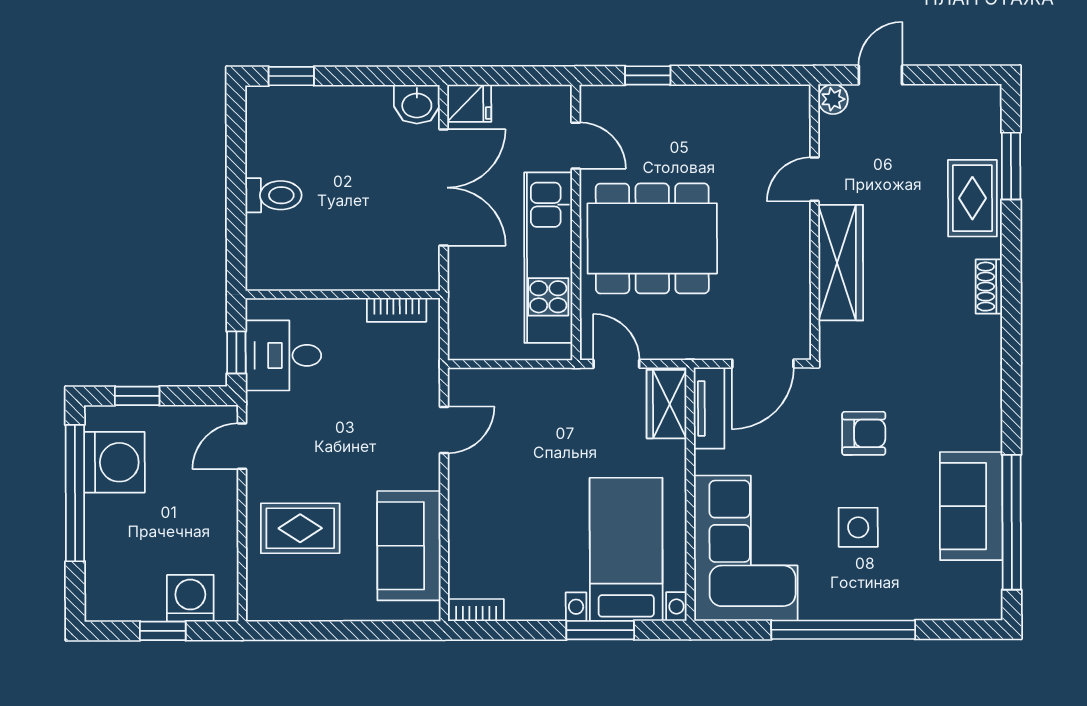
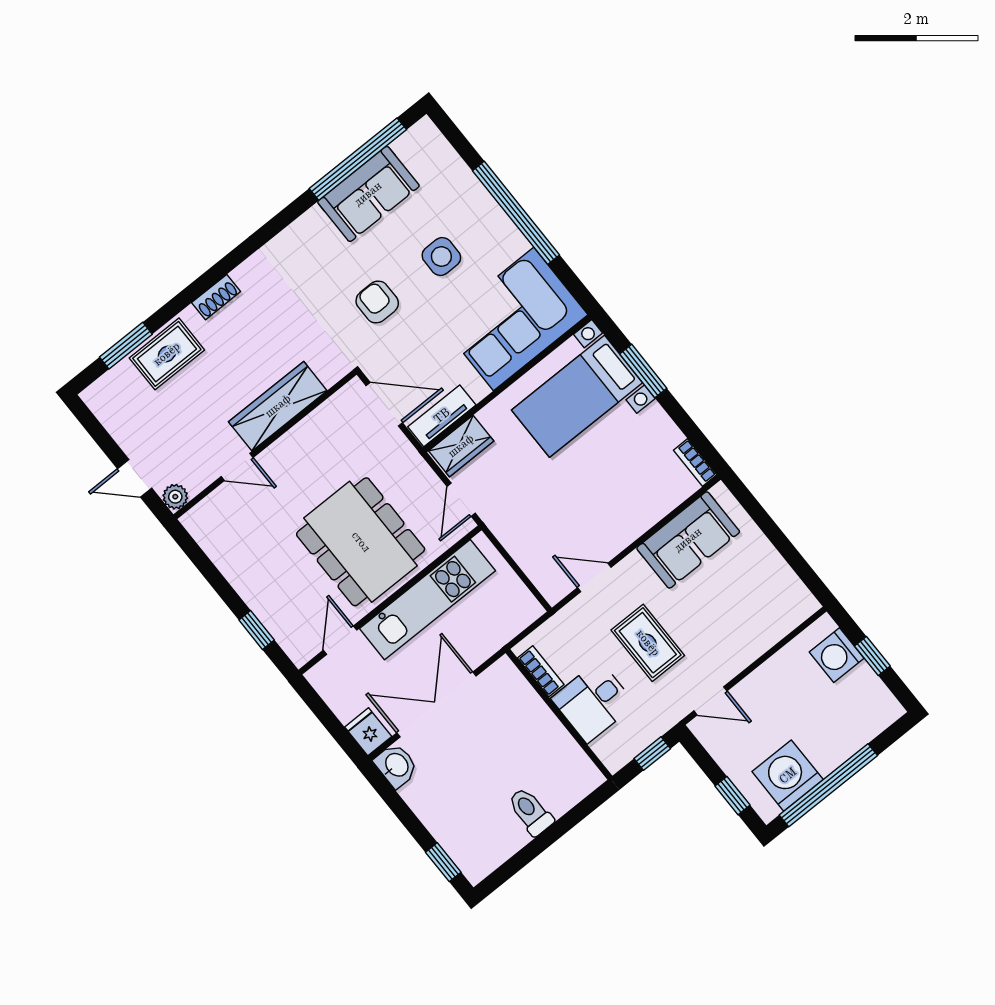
desk: (283, 355) -> (593, 702), moved, turned 90
rug: (300, 528) -> (648, 643), moved

